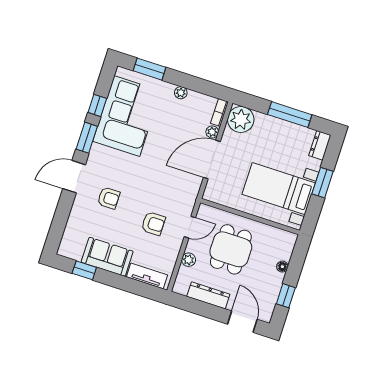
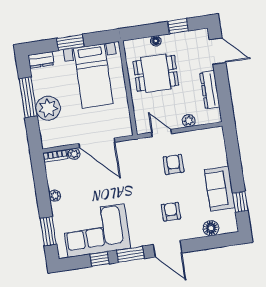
plant: (241, 119) -> (48, 108), moved
floor lamp: (73, 229) -> (211, 228), added
dining table: (231, 249) -> (156, 73), moved
tv unit: (147, 276) -> (219, 148), removed
door: (242, 322) -> (217, 51), swing flipped

